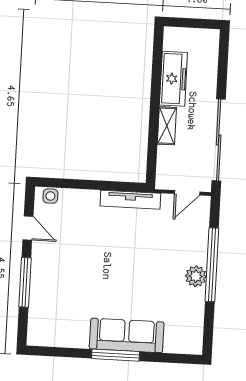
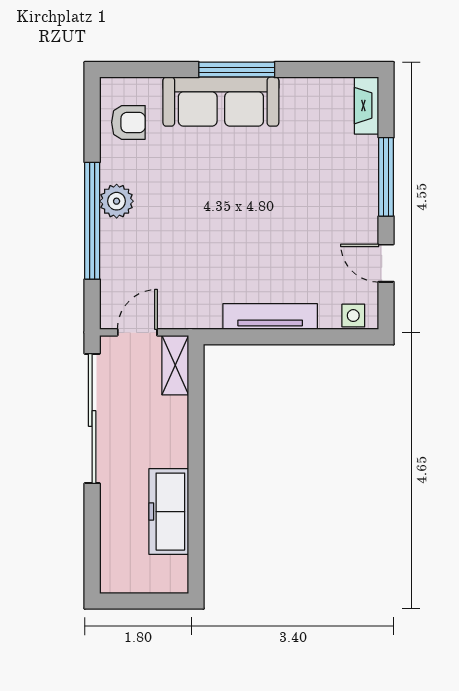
shelving: (167, 126) -> (175, 365), moved
tv unit: (130, 200) -> (270, 317), moved
armchair: (186, 325) -> (128, 122), added
fireplace: (35, 328) -> (366, 106), added

